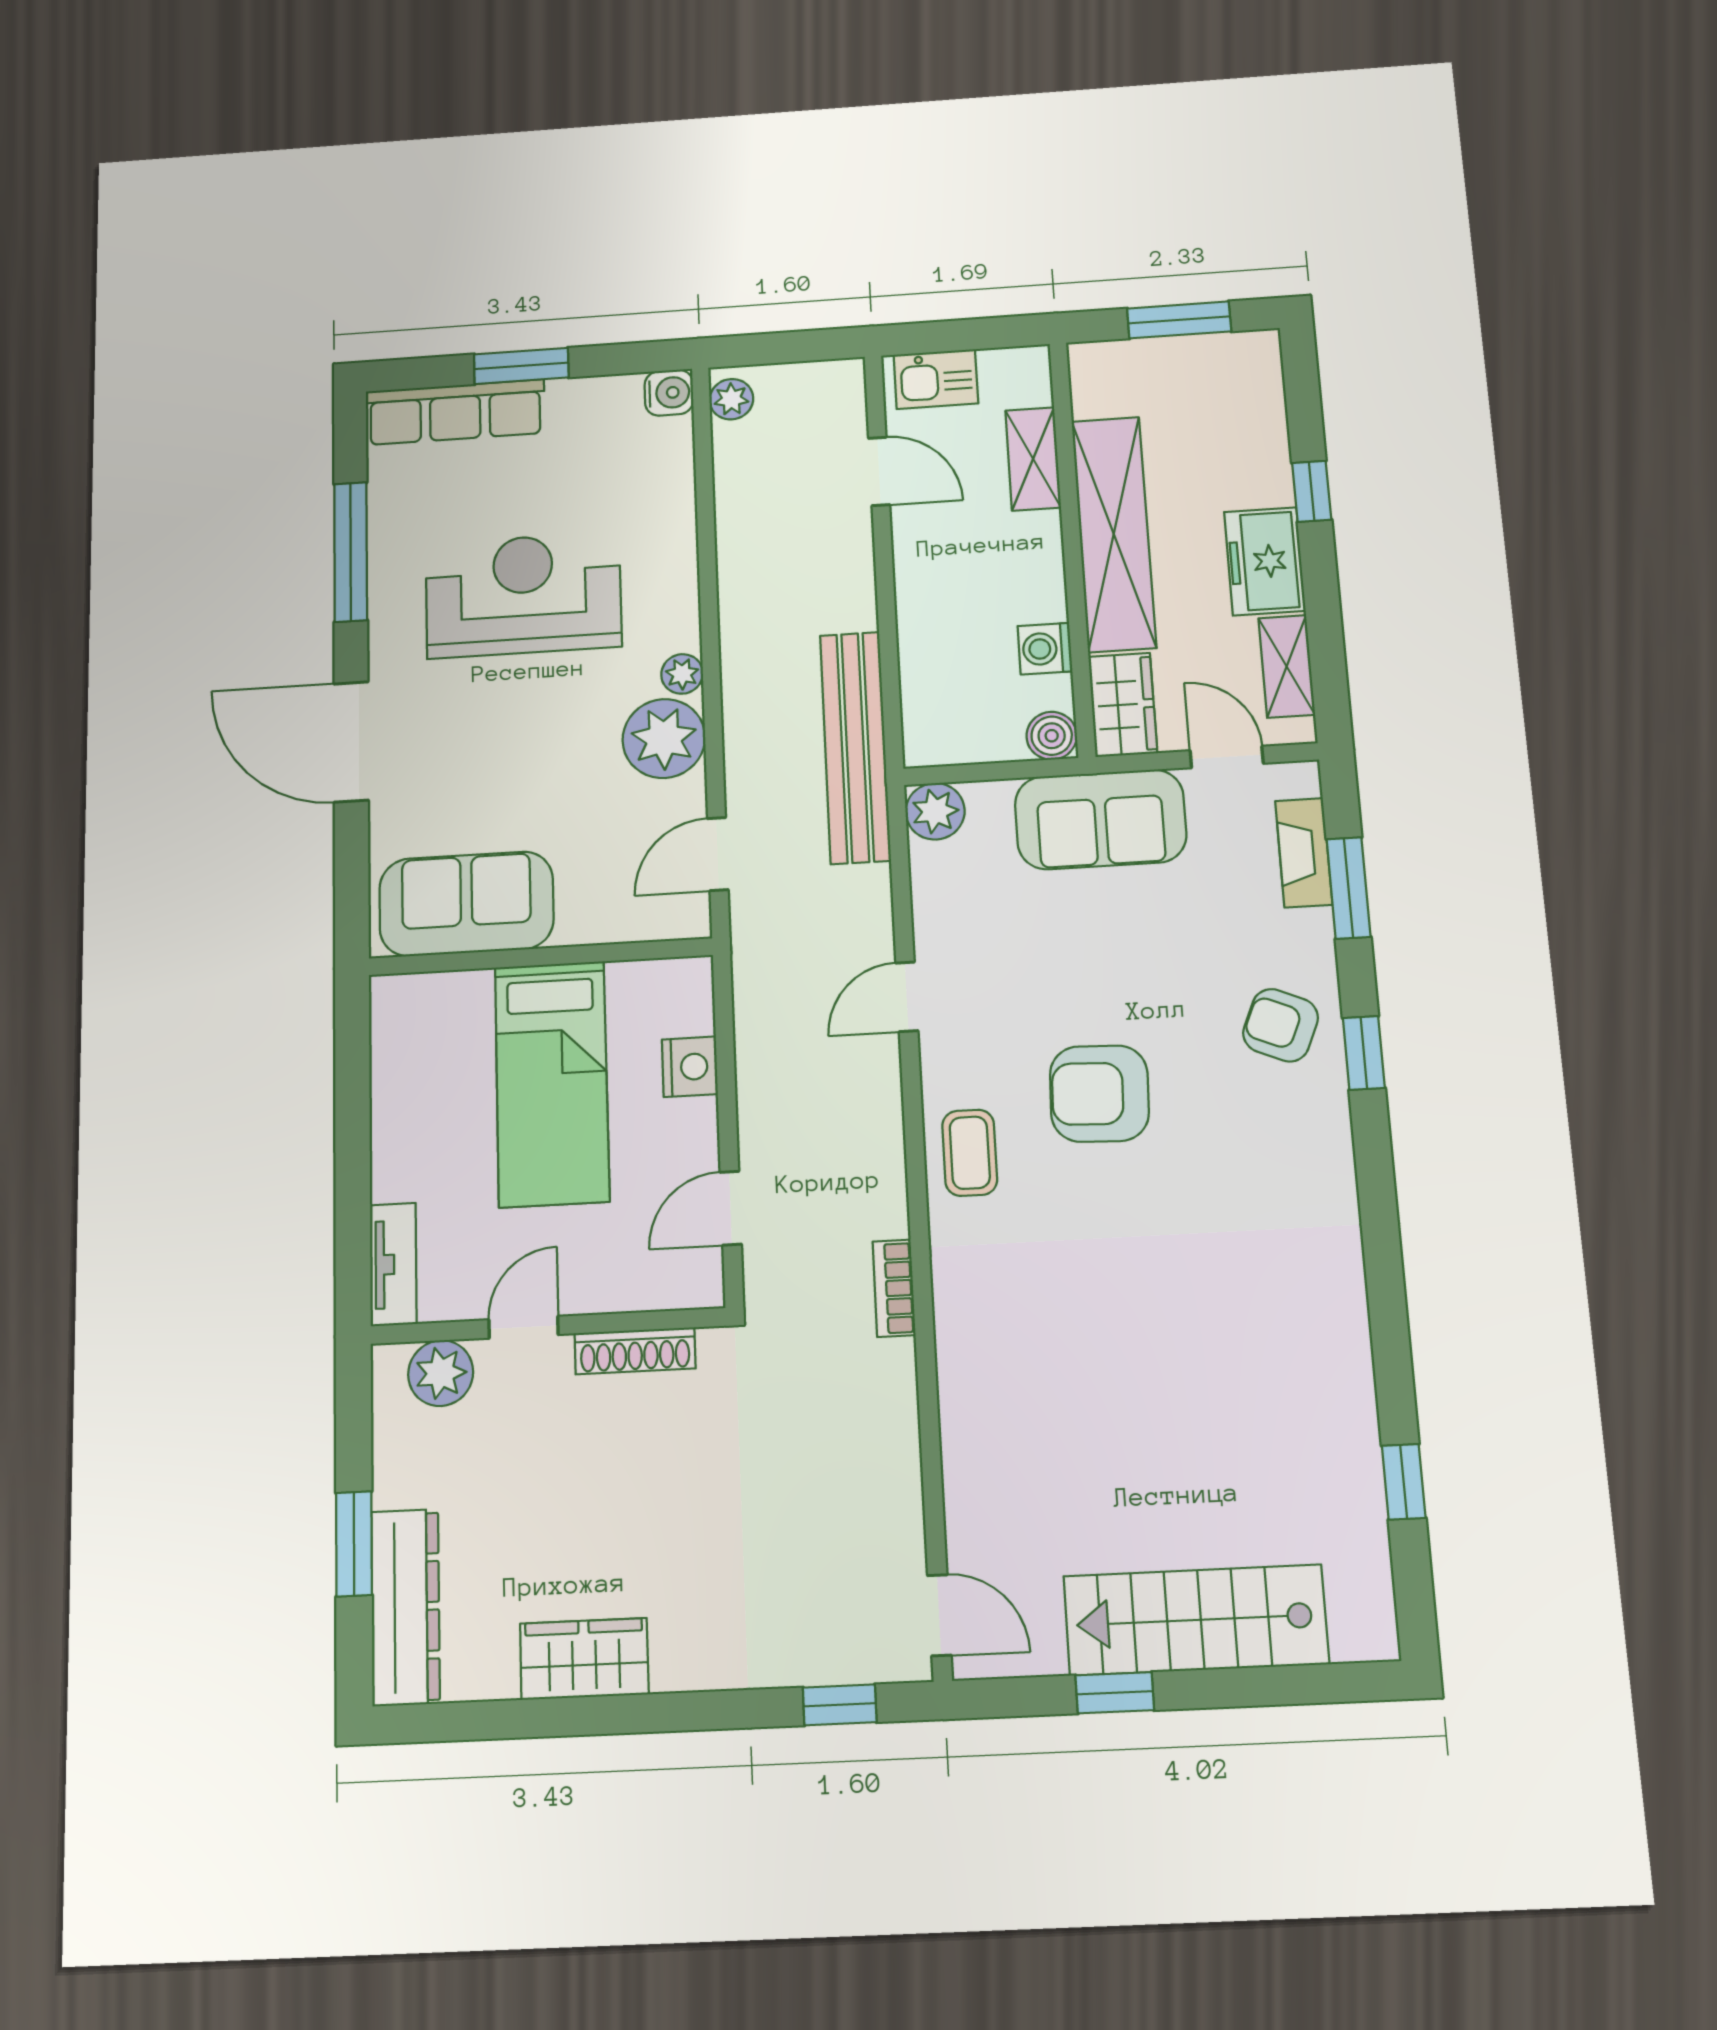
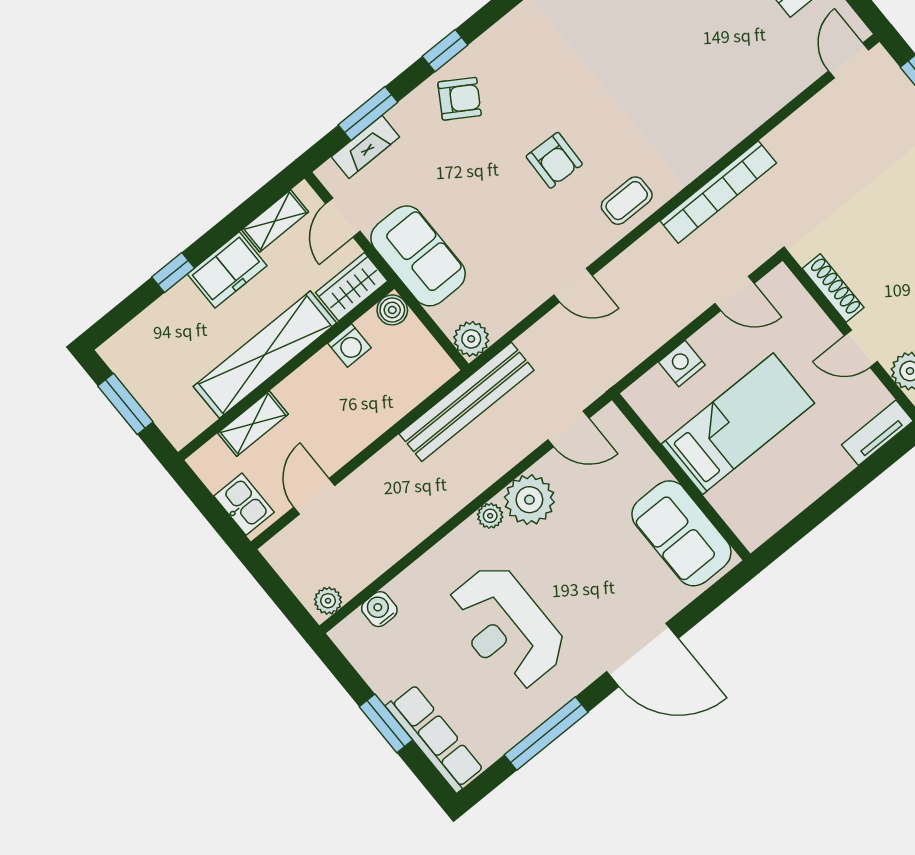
water cooler: (669, 393) -> (379, 609), moved
door: (351, 742) -> (642, 655), hinge flipped
armchair: (1281, 1025) -> (460, 99), turned -81
armchair: (1099, 1094) -> (554, 160), width x0.72, depth x0.72
bookcase: (894, 1288) -> (718, 192), width x2.31, depth x1.31

